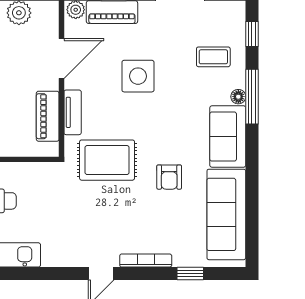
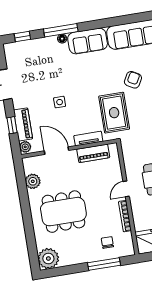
coffee table: (213, 57) -> (40, 58), removed
side table: (138, 76) -> (60, 102), width x0.54, depth x0.54
armchair: (169, 177) -> (133, 80), moved, turned -61

